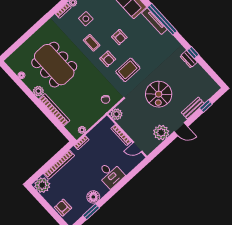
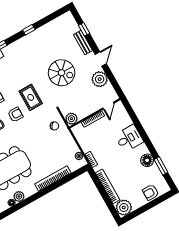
dresser: (189, 59) -> (34, 35), removed
plant: (38, 91) -> (19, 196), moved

